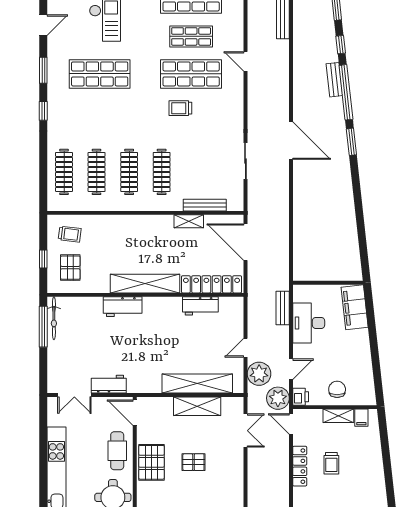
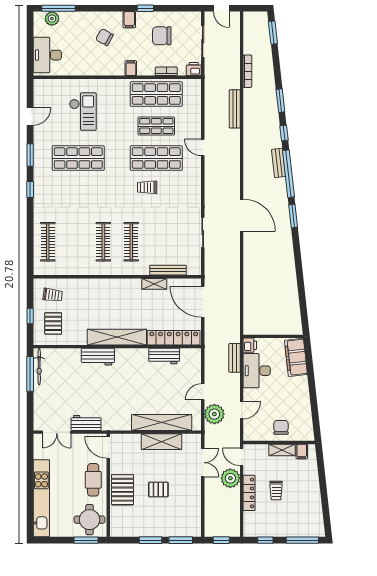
clothes rail: (97, 172) -> (76, 242), removed
printer: (301, 397) -> (250, 345), moved
plant: (278, 398) -> (230, 478), moved

